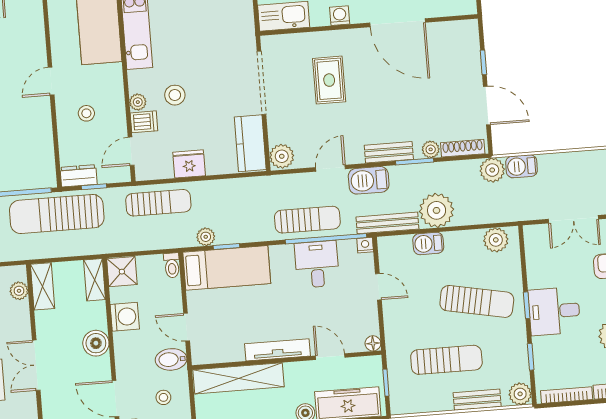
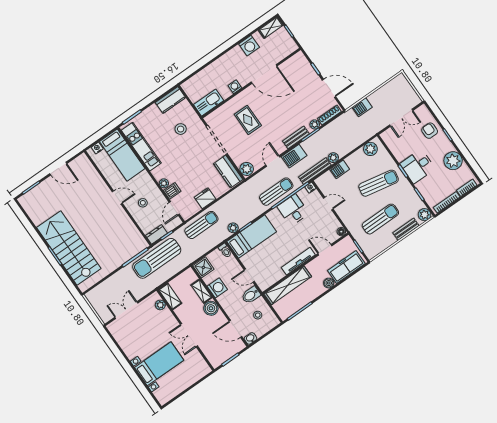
door: (51, 81) -> (117, 197), swing flipped
stool: (175, 95) -> (181, 129), moved
plant: (492, 170) -> (349, 117), removed
plant: (437, 210) -> (333, 158), width x0.53, depth x0.53
shelving: (95, 280) -> (202, 291), moved

